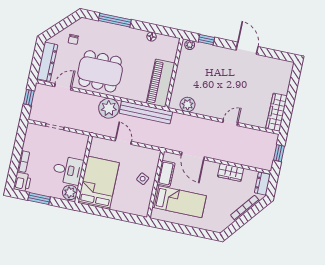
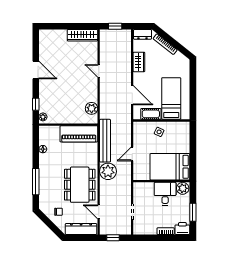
door: (247, 48) -> (36, 70), swing flipped
door: (193, 156) -> (132, 95), hinge flipped

